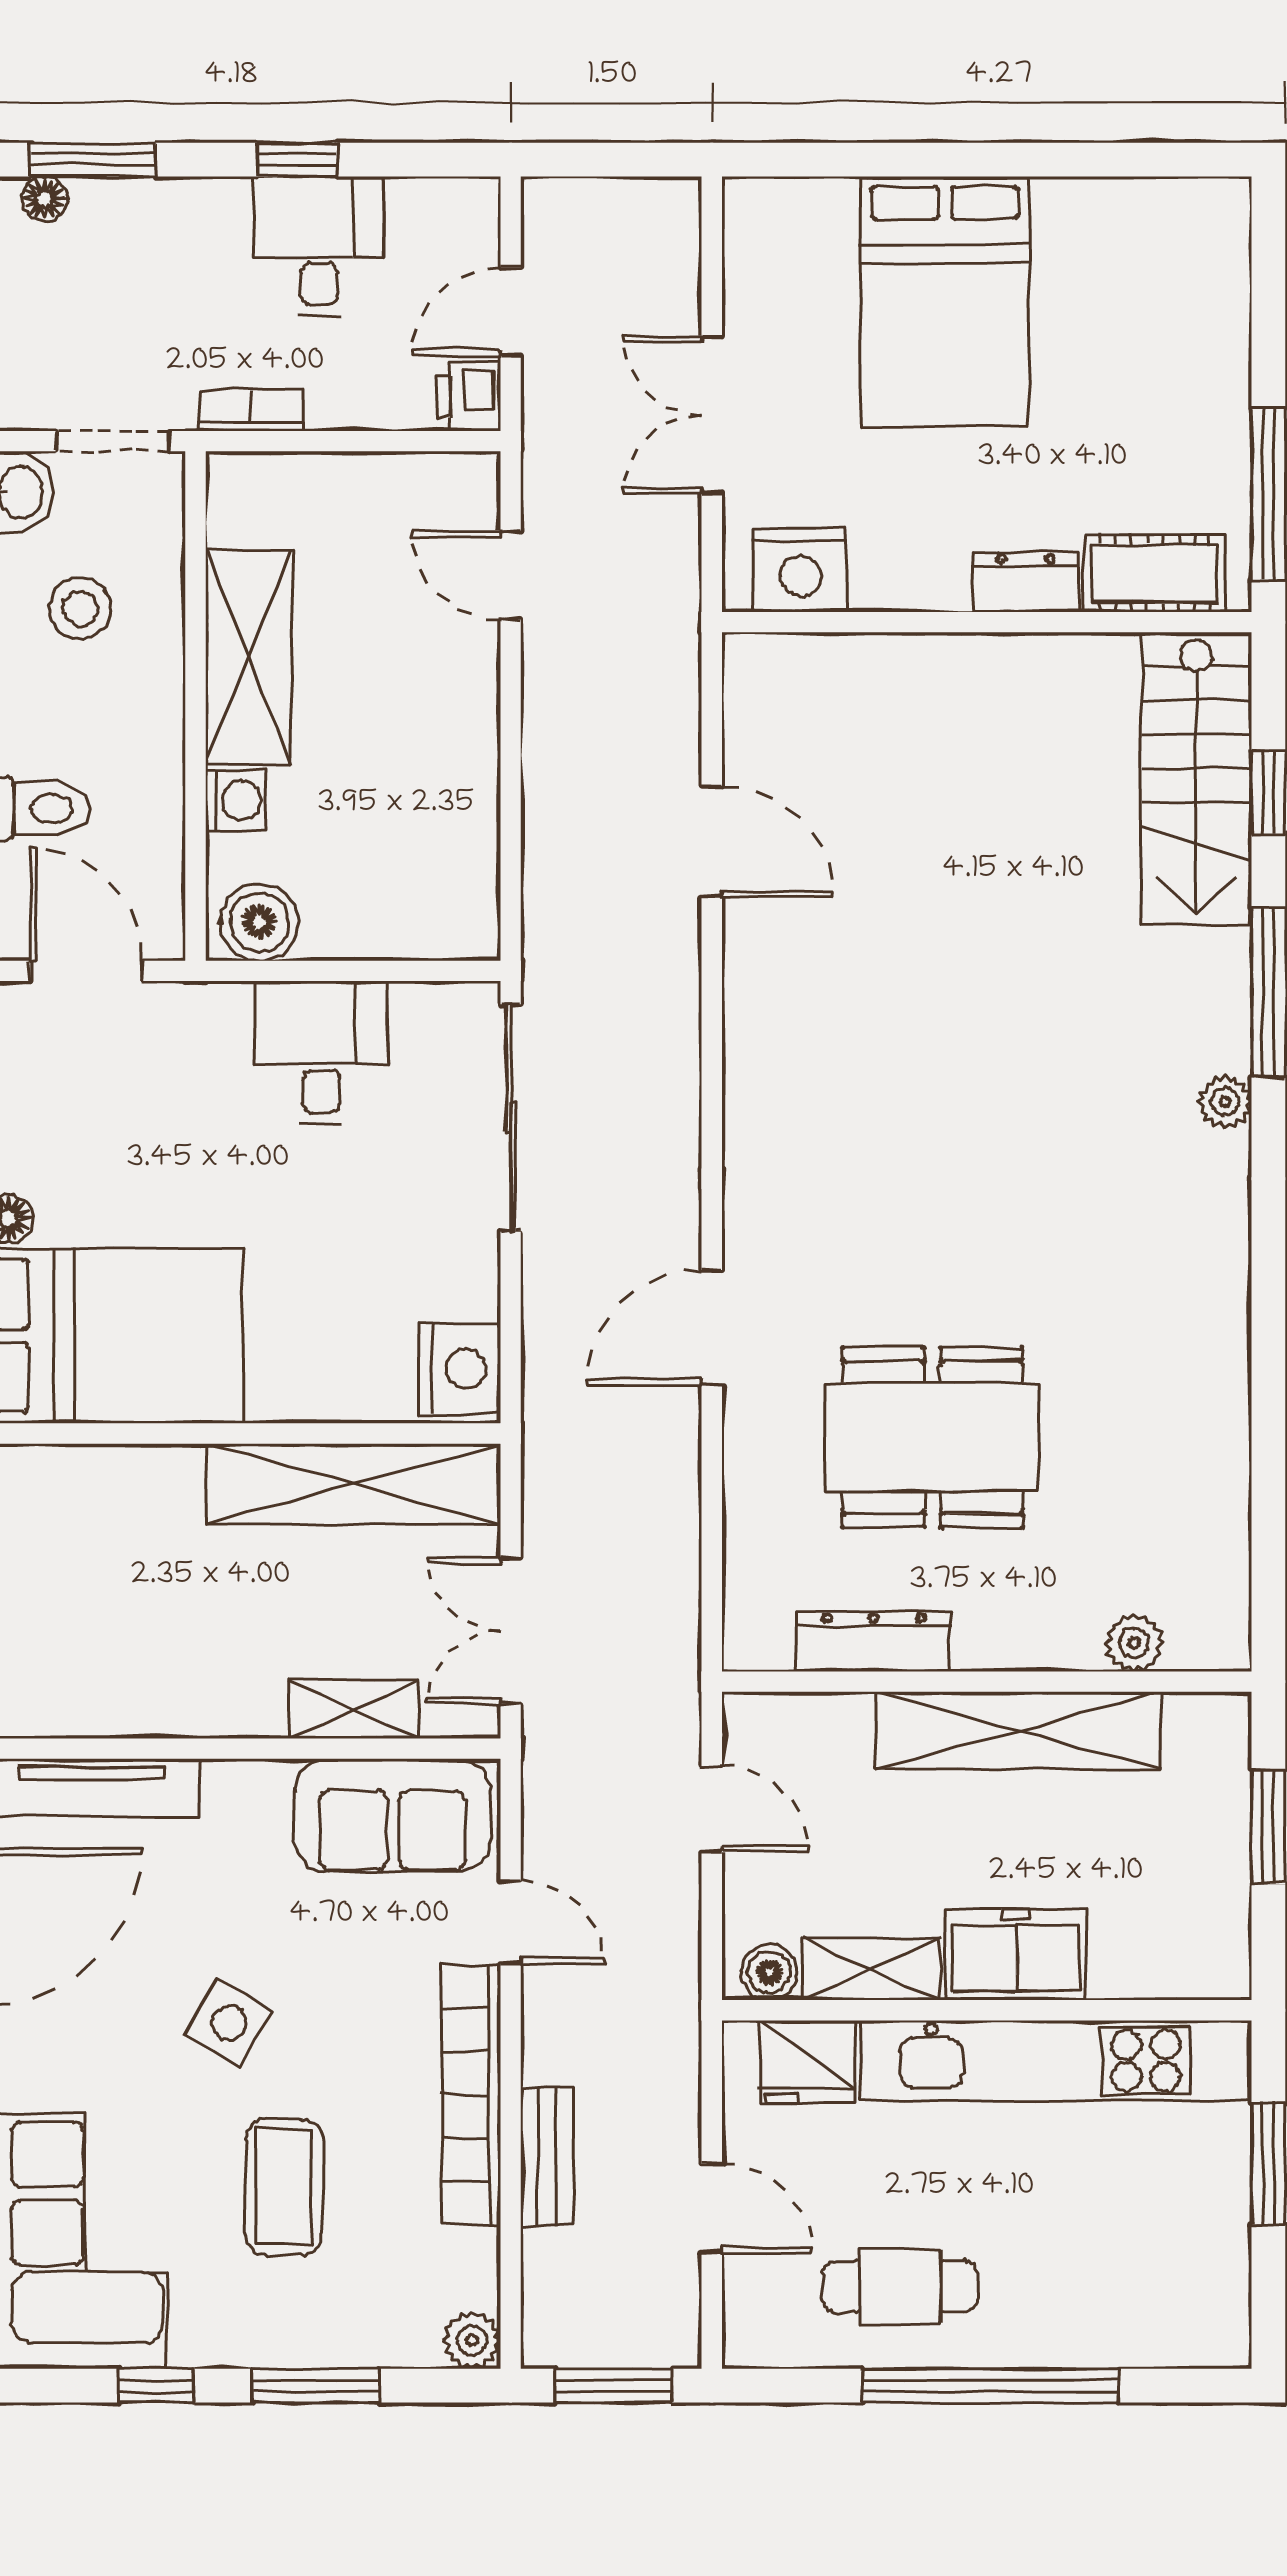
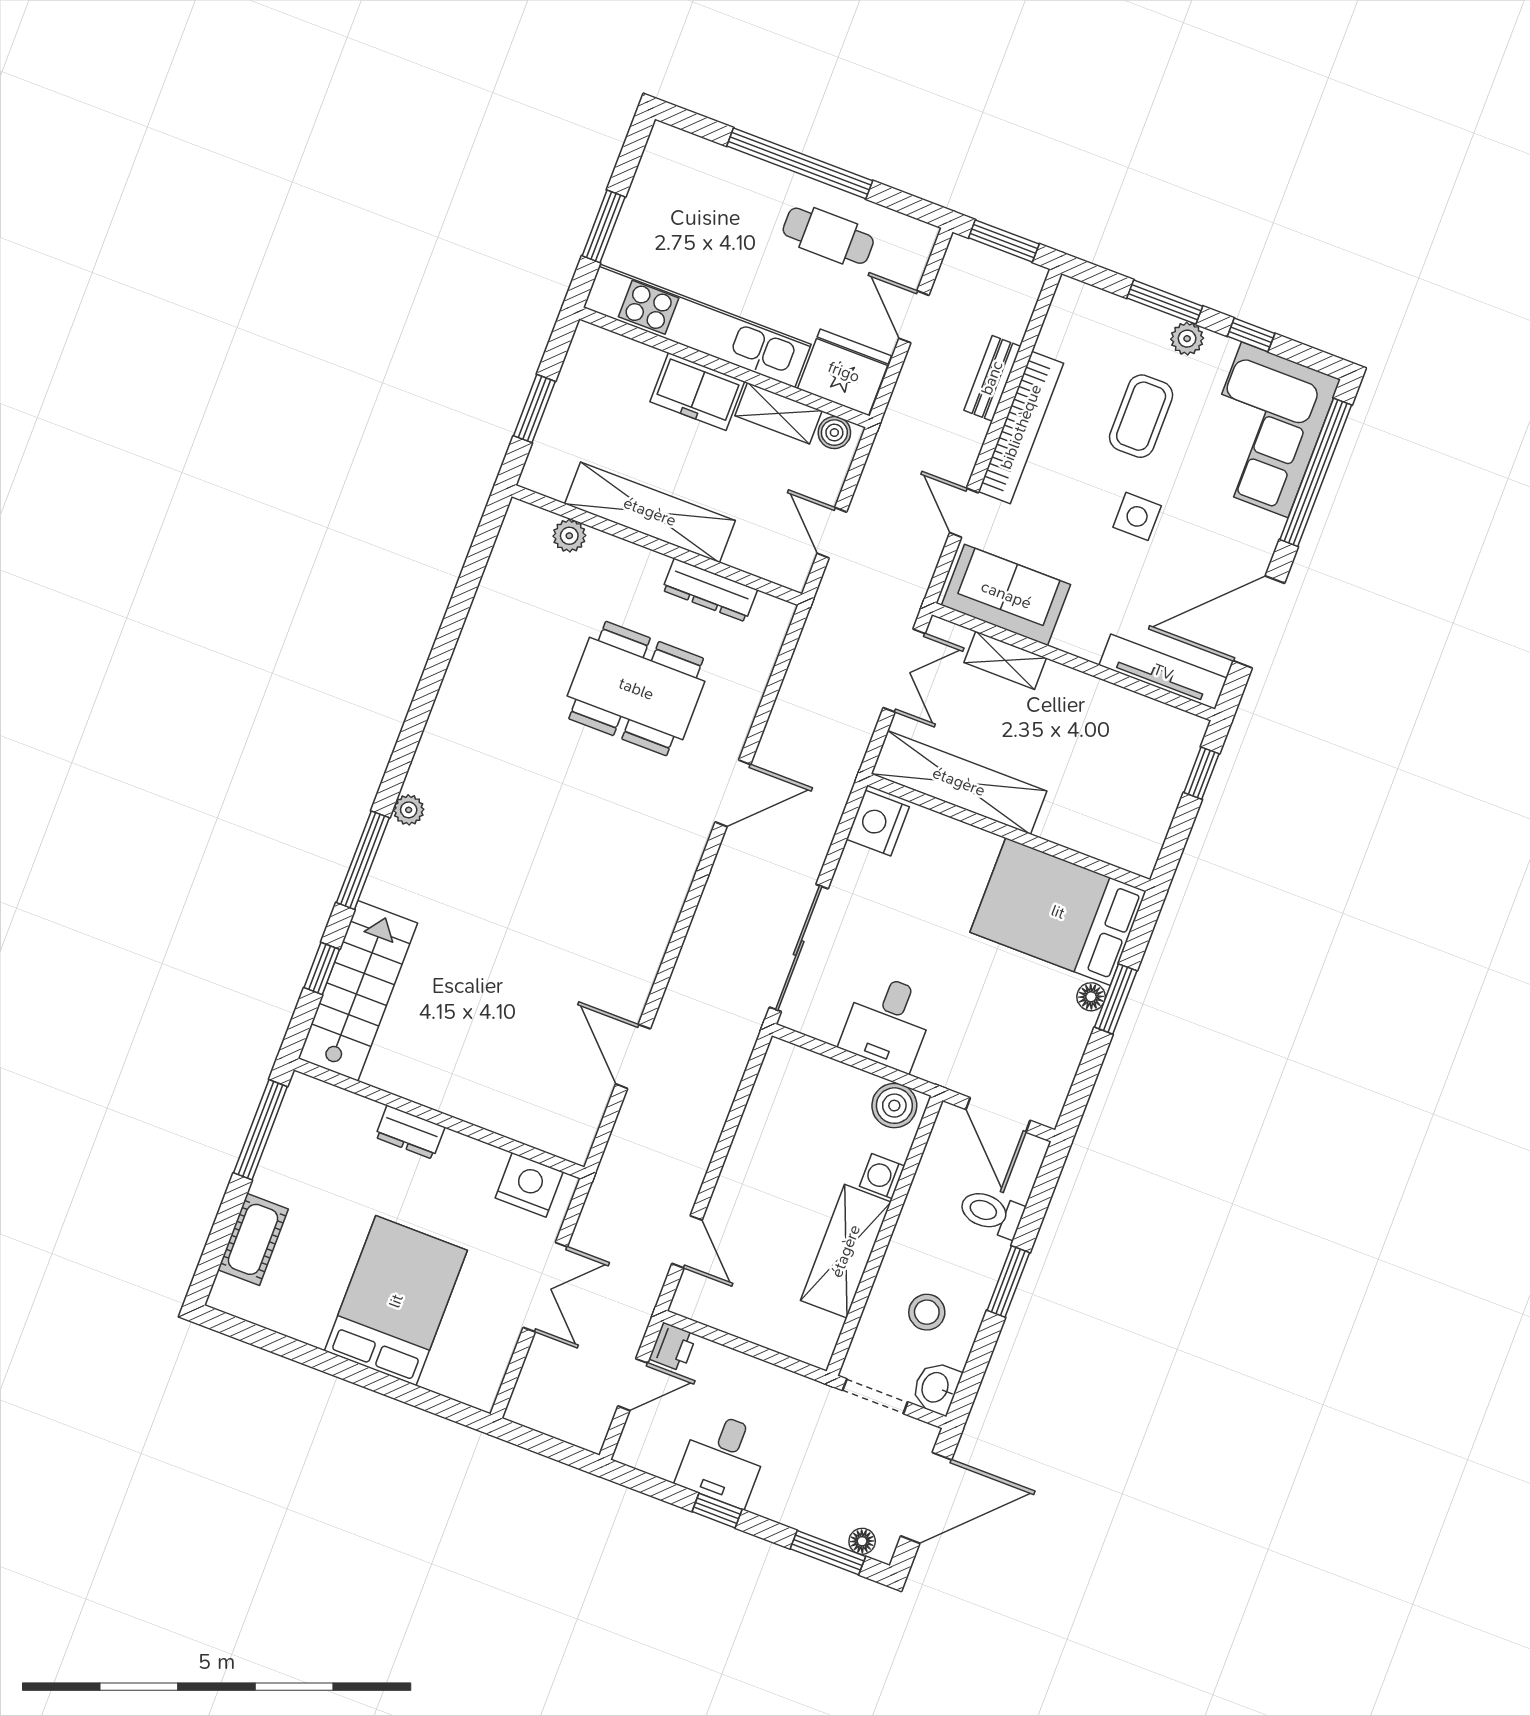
bookcase: (251, 411) -> (794, 1384), removed
cot: (1155, 574) -> (253, 1239), moved, turned 90
side table: (229, 2023) -> (1137, 516), turned -30
fridge: (807, 2062) -> (844, 372), width x1.36, depth x1.34
plant: (472, 2340) -> (1187, 339), moved

